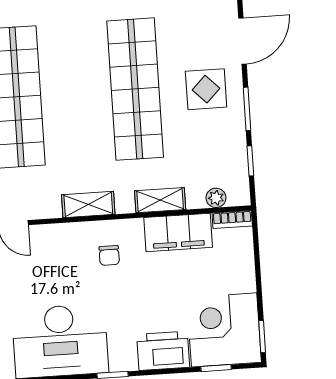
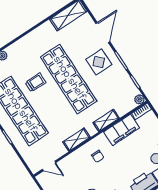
trolley: (73, 62) -> (36, 82), added
plant: (216, 198) -> (139, 99), moved

